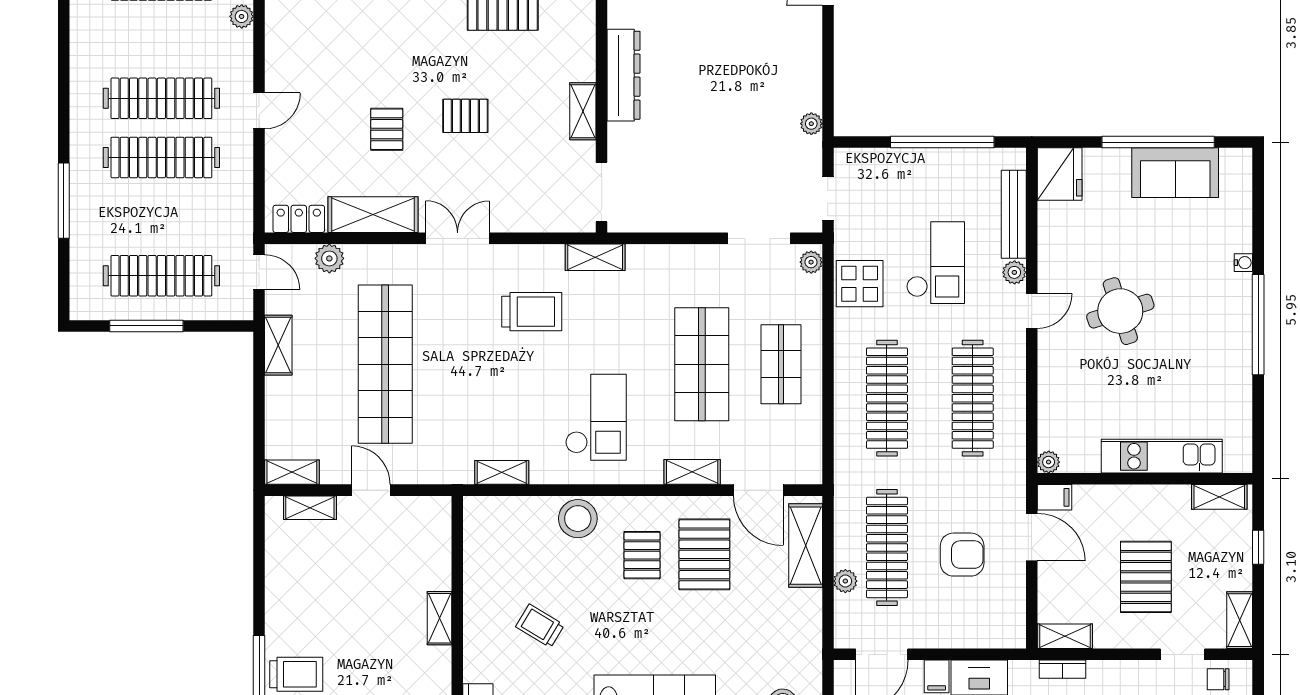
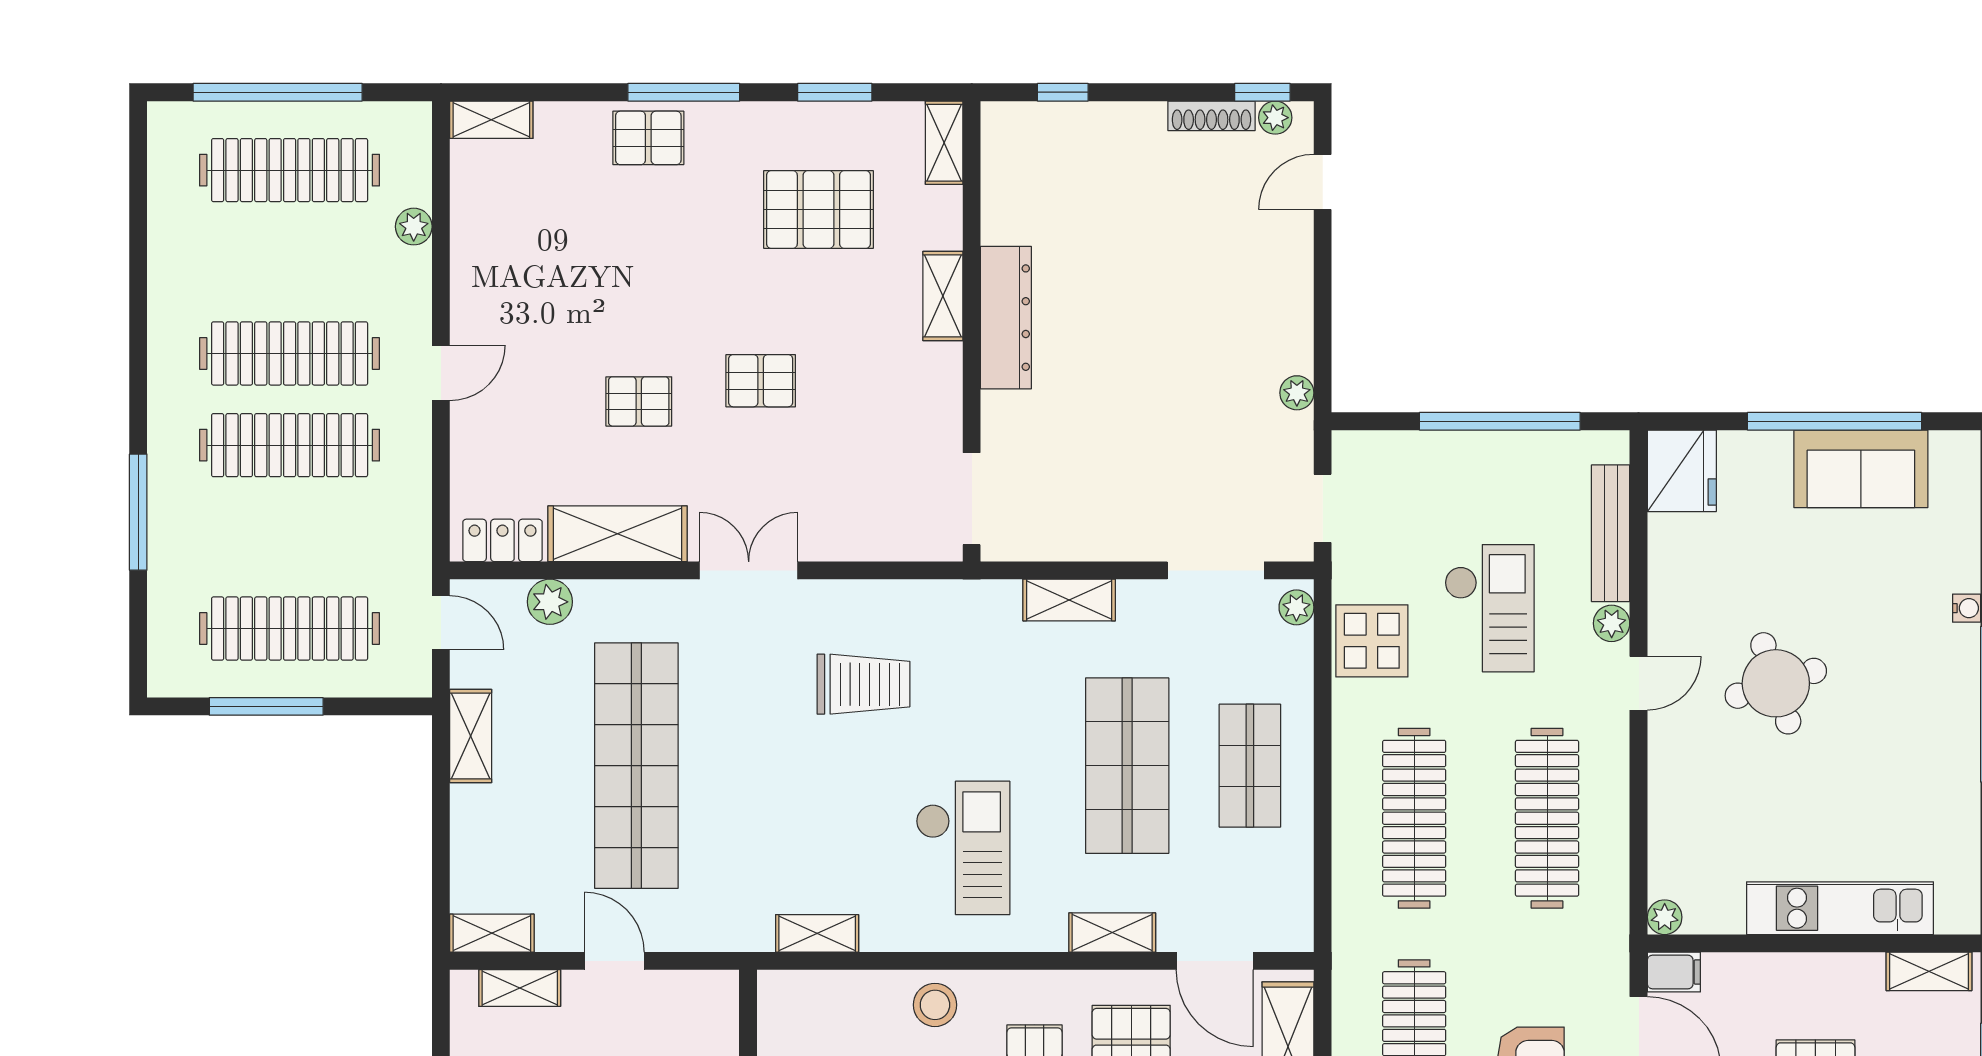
shelving: (583, 111) -> (943, 296), moved
pallet: (387, 129) -> (639, 401), turned 90
shelving: (595, 257) -> (1069, 600), moved
stool: (578, 519) -> (935, 1005), width x0.73, depth x0.73

